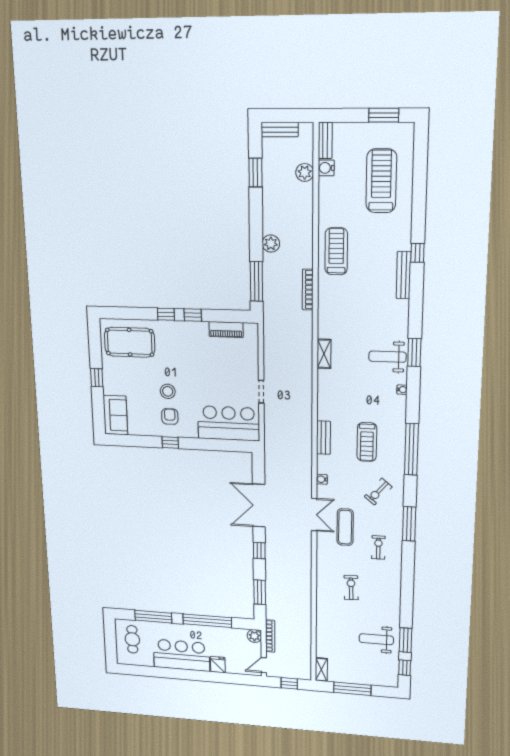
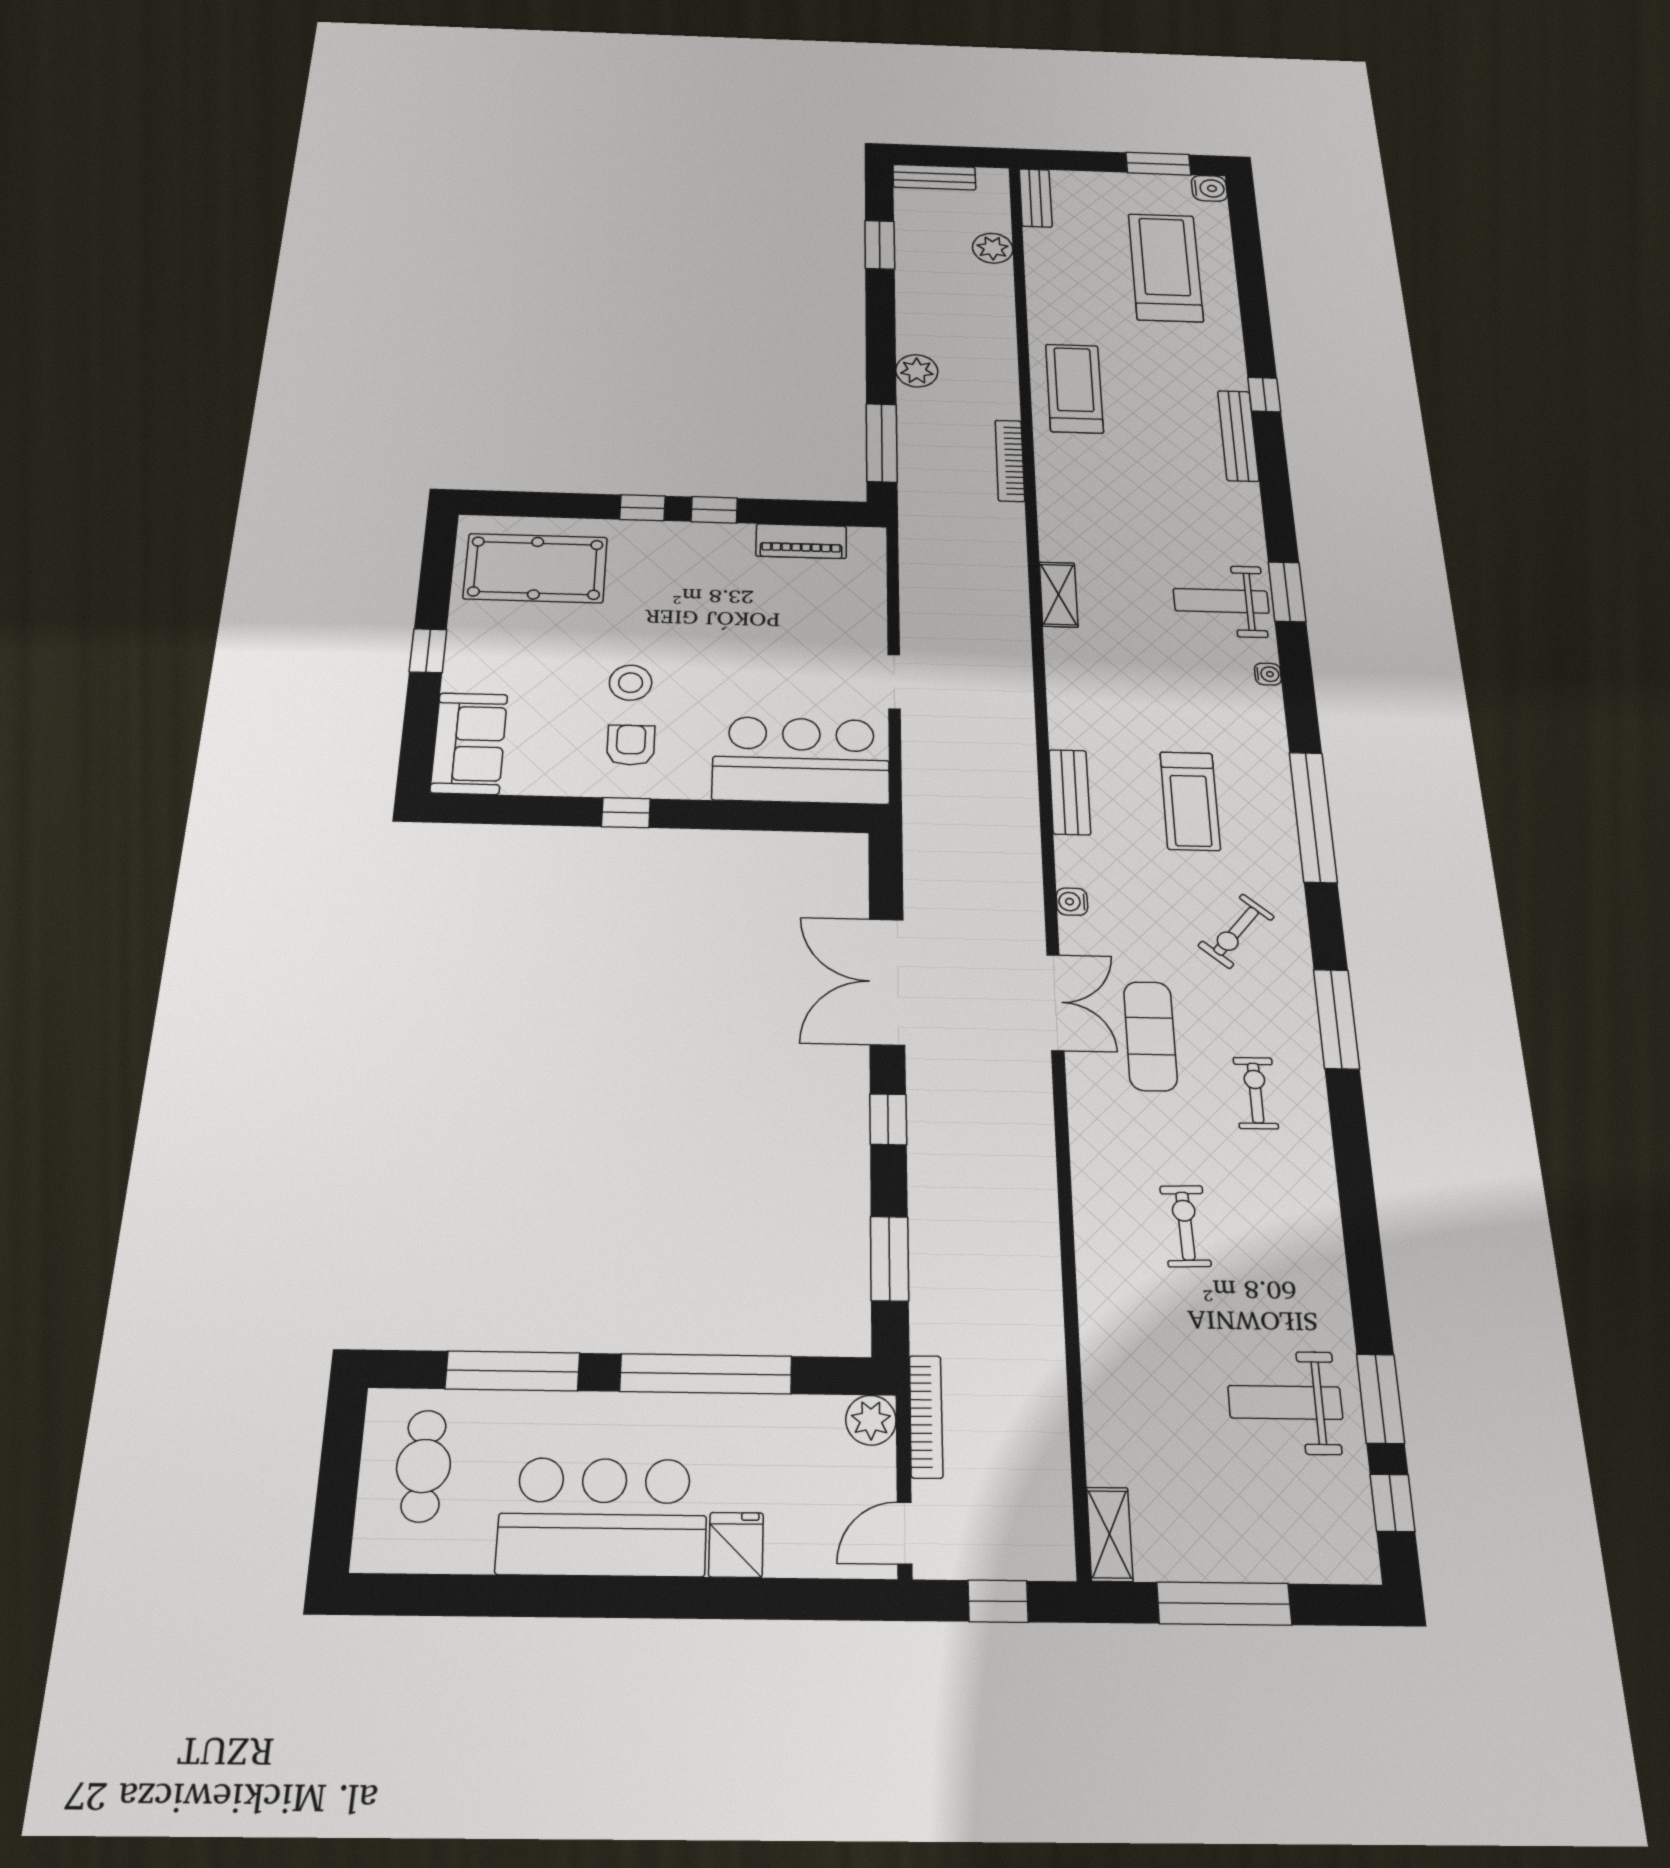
water cooler: (326, 168) -> (1209, 188), moved, turned 180

